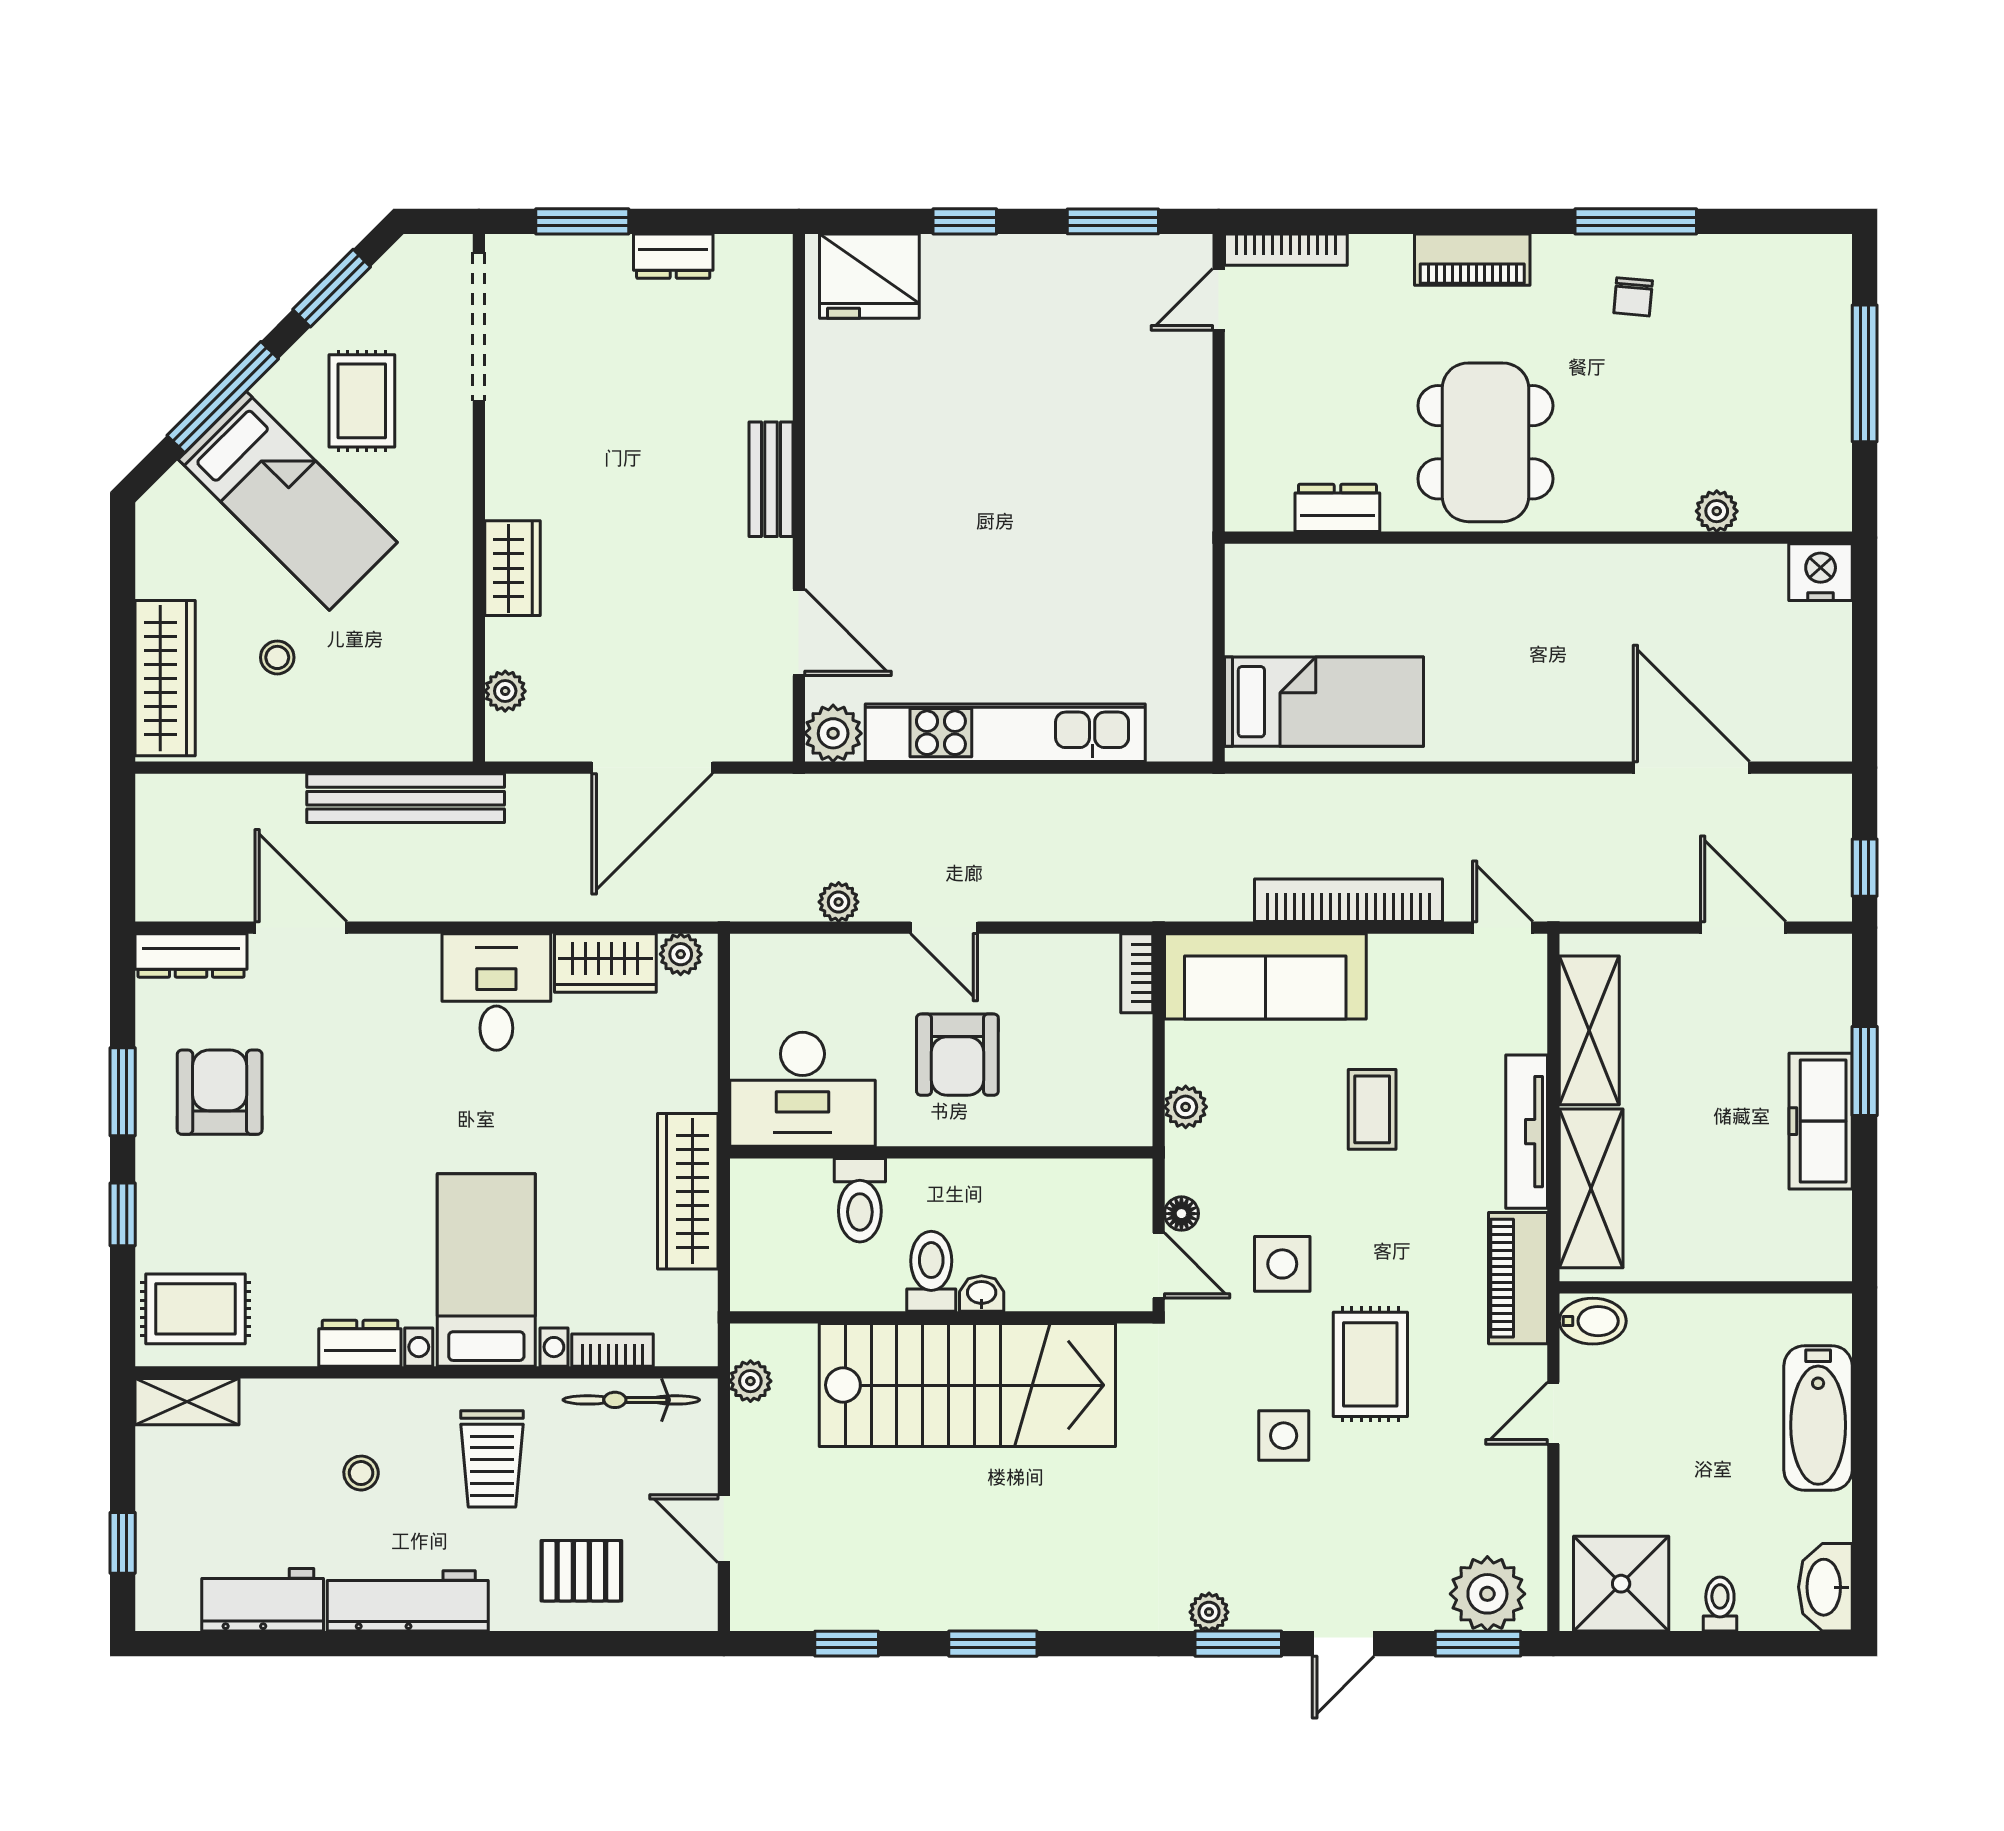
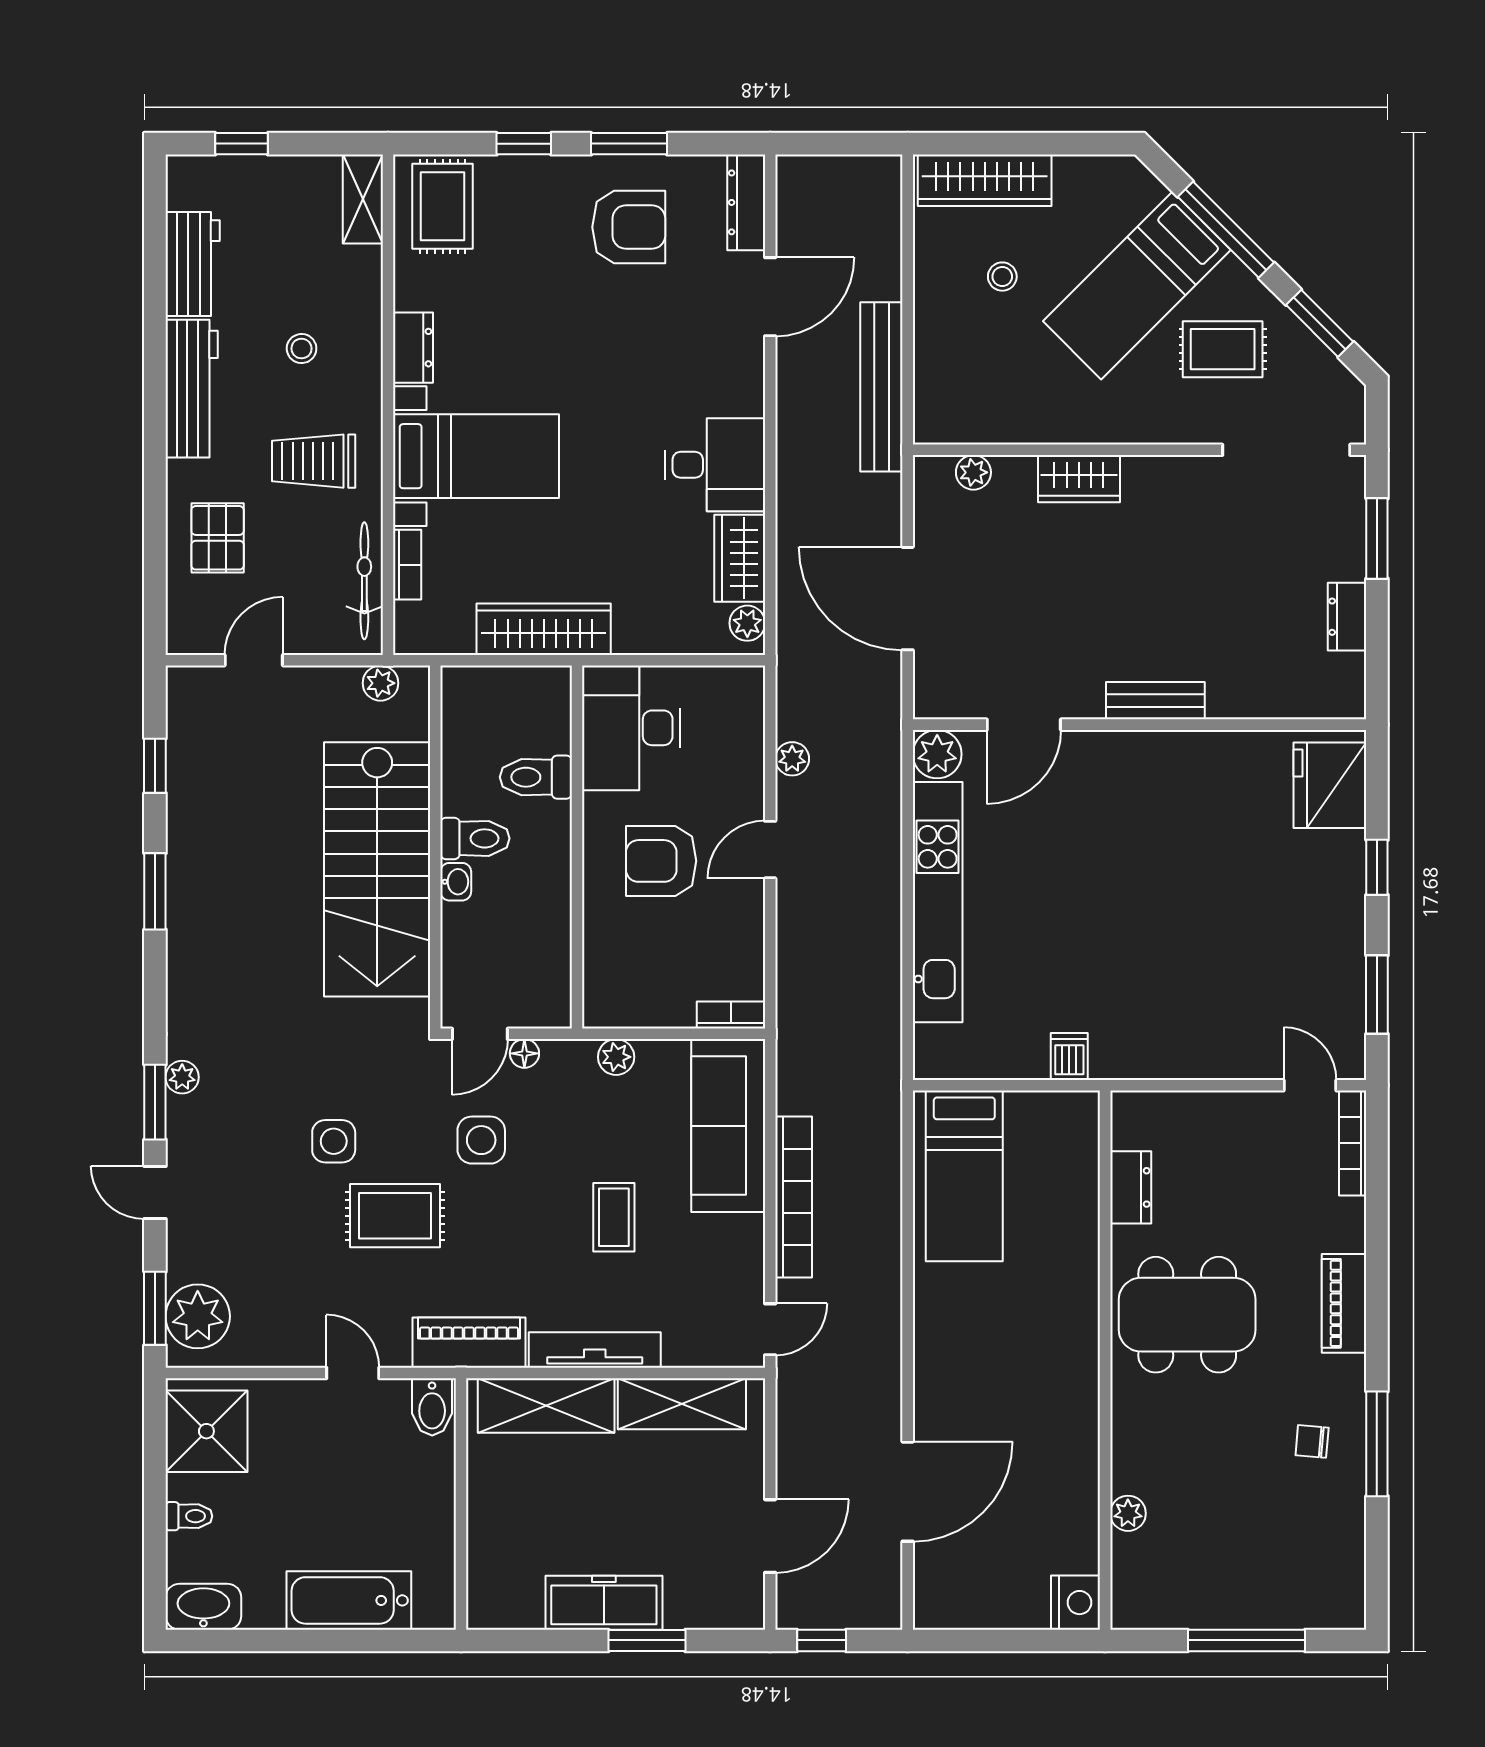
dishwasher: (1185, 579) -> (1069, 1056), added
coffee table: (1372, 1109) -> (614, 1217), turned 90

